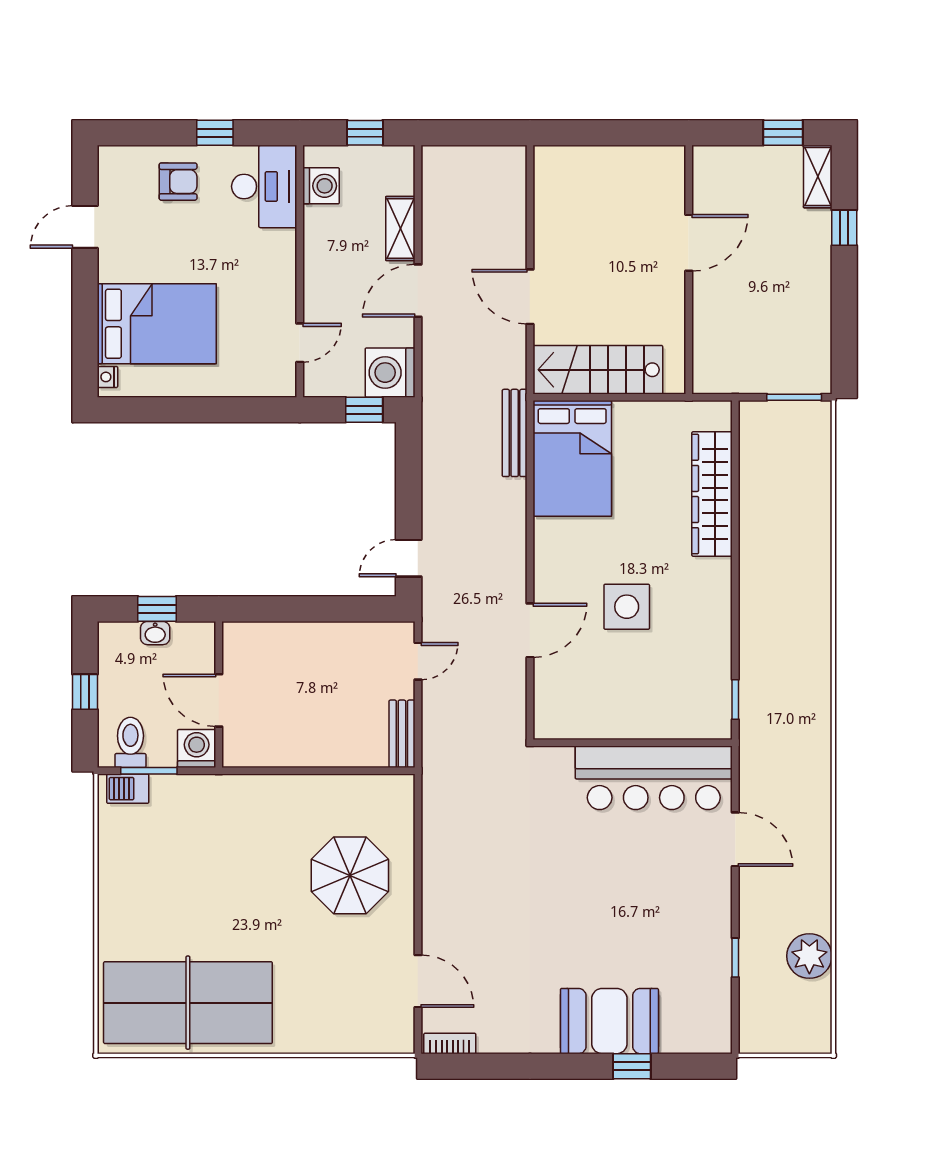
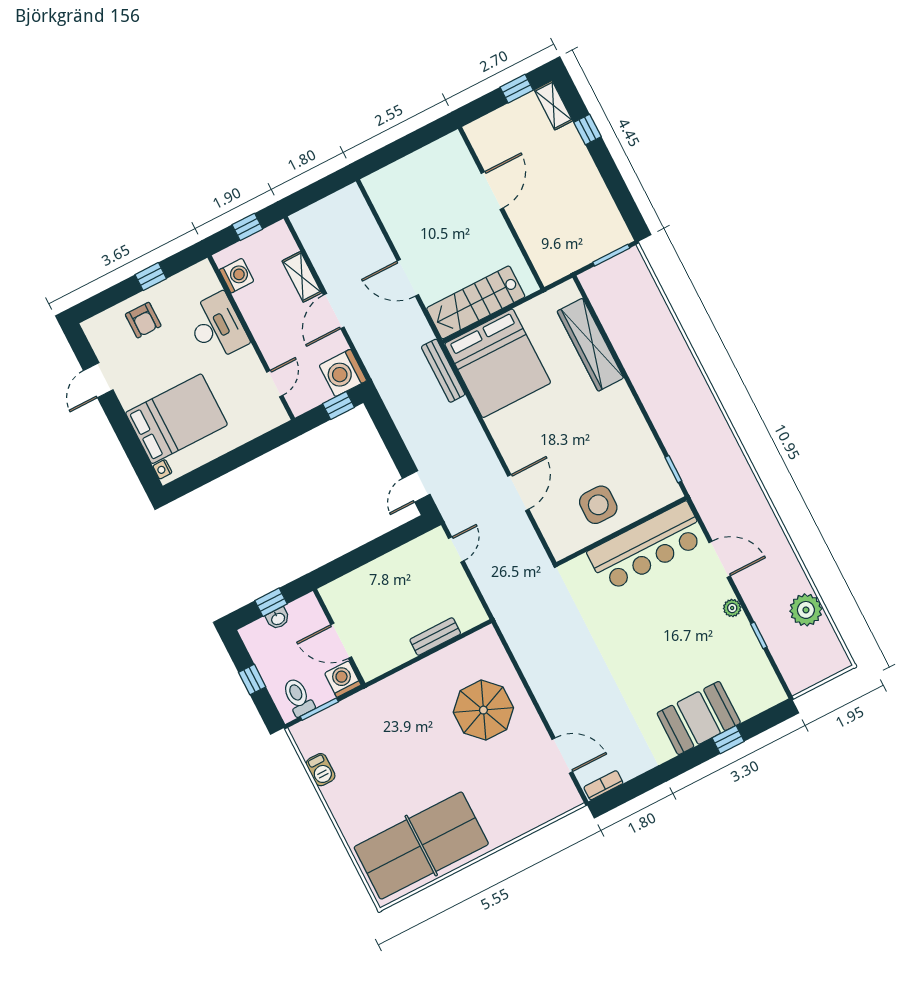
armchair: (178, 182) -> (143, 320), turned 90
desk: (264, 186) -> (217, 327), moved
bed: (572, 458) -> (498, 363), width x1.36
side table: (627, 607) -> (598, 505), moved
bench: (402, 734) -> (435, 637), moved, turned 90
barbecue: (128, 789) -> (321, 770), moved, turned -90
plant: (720, 907) -> (732, 608), added

